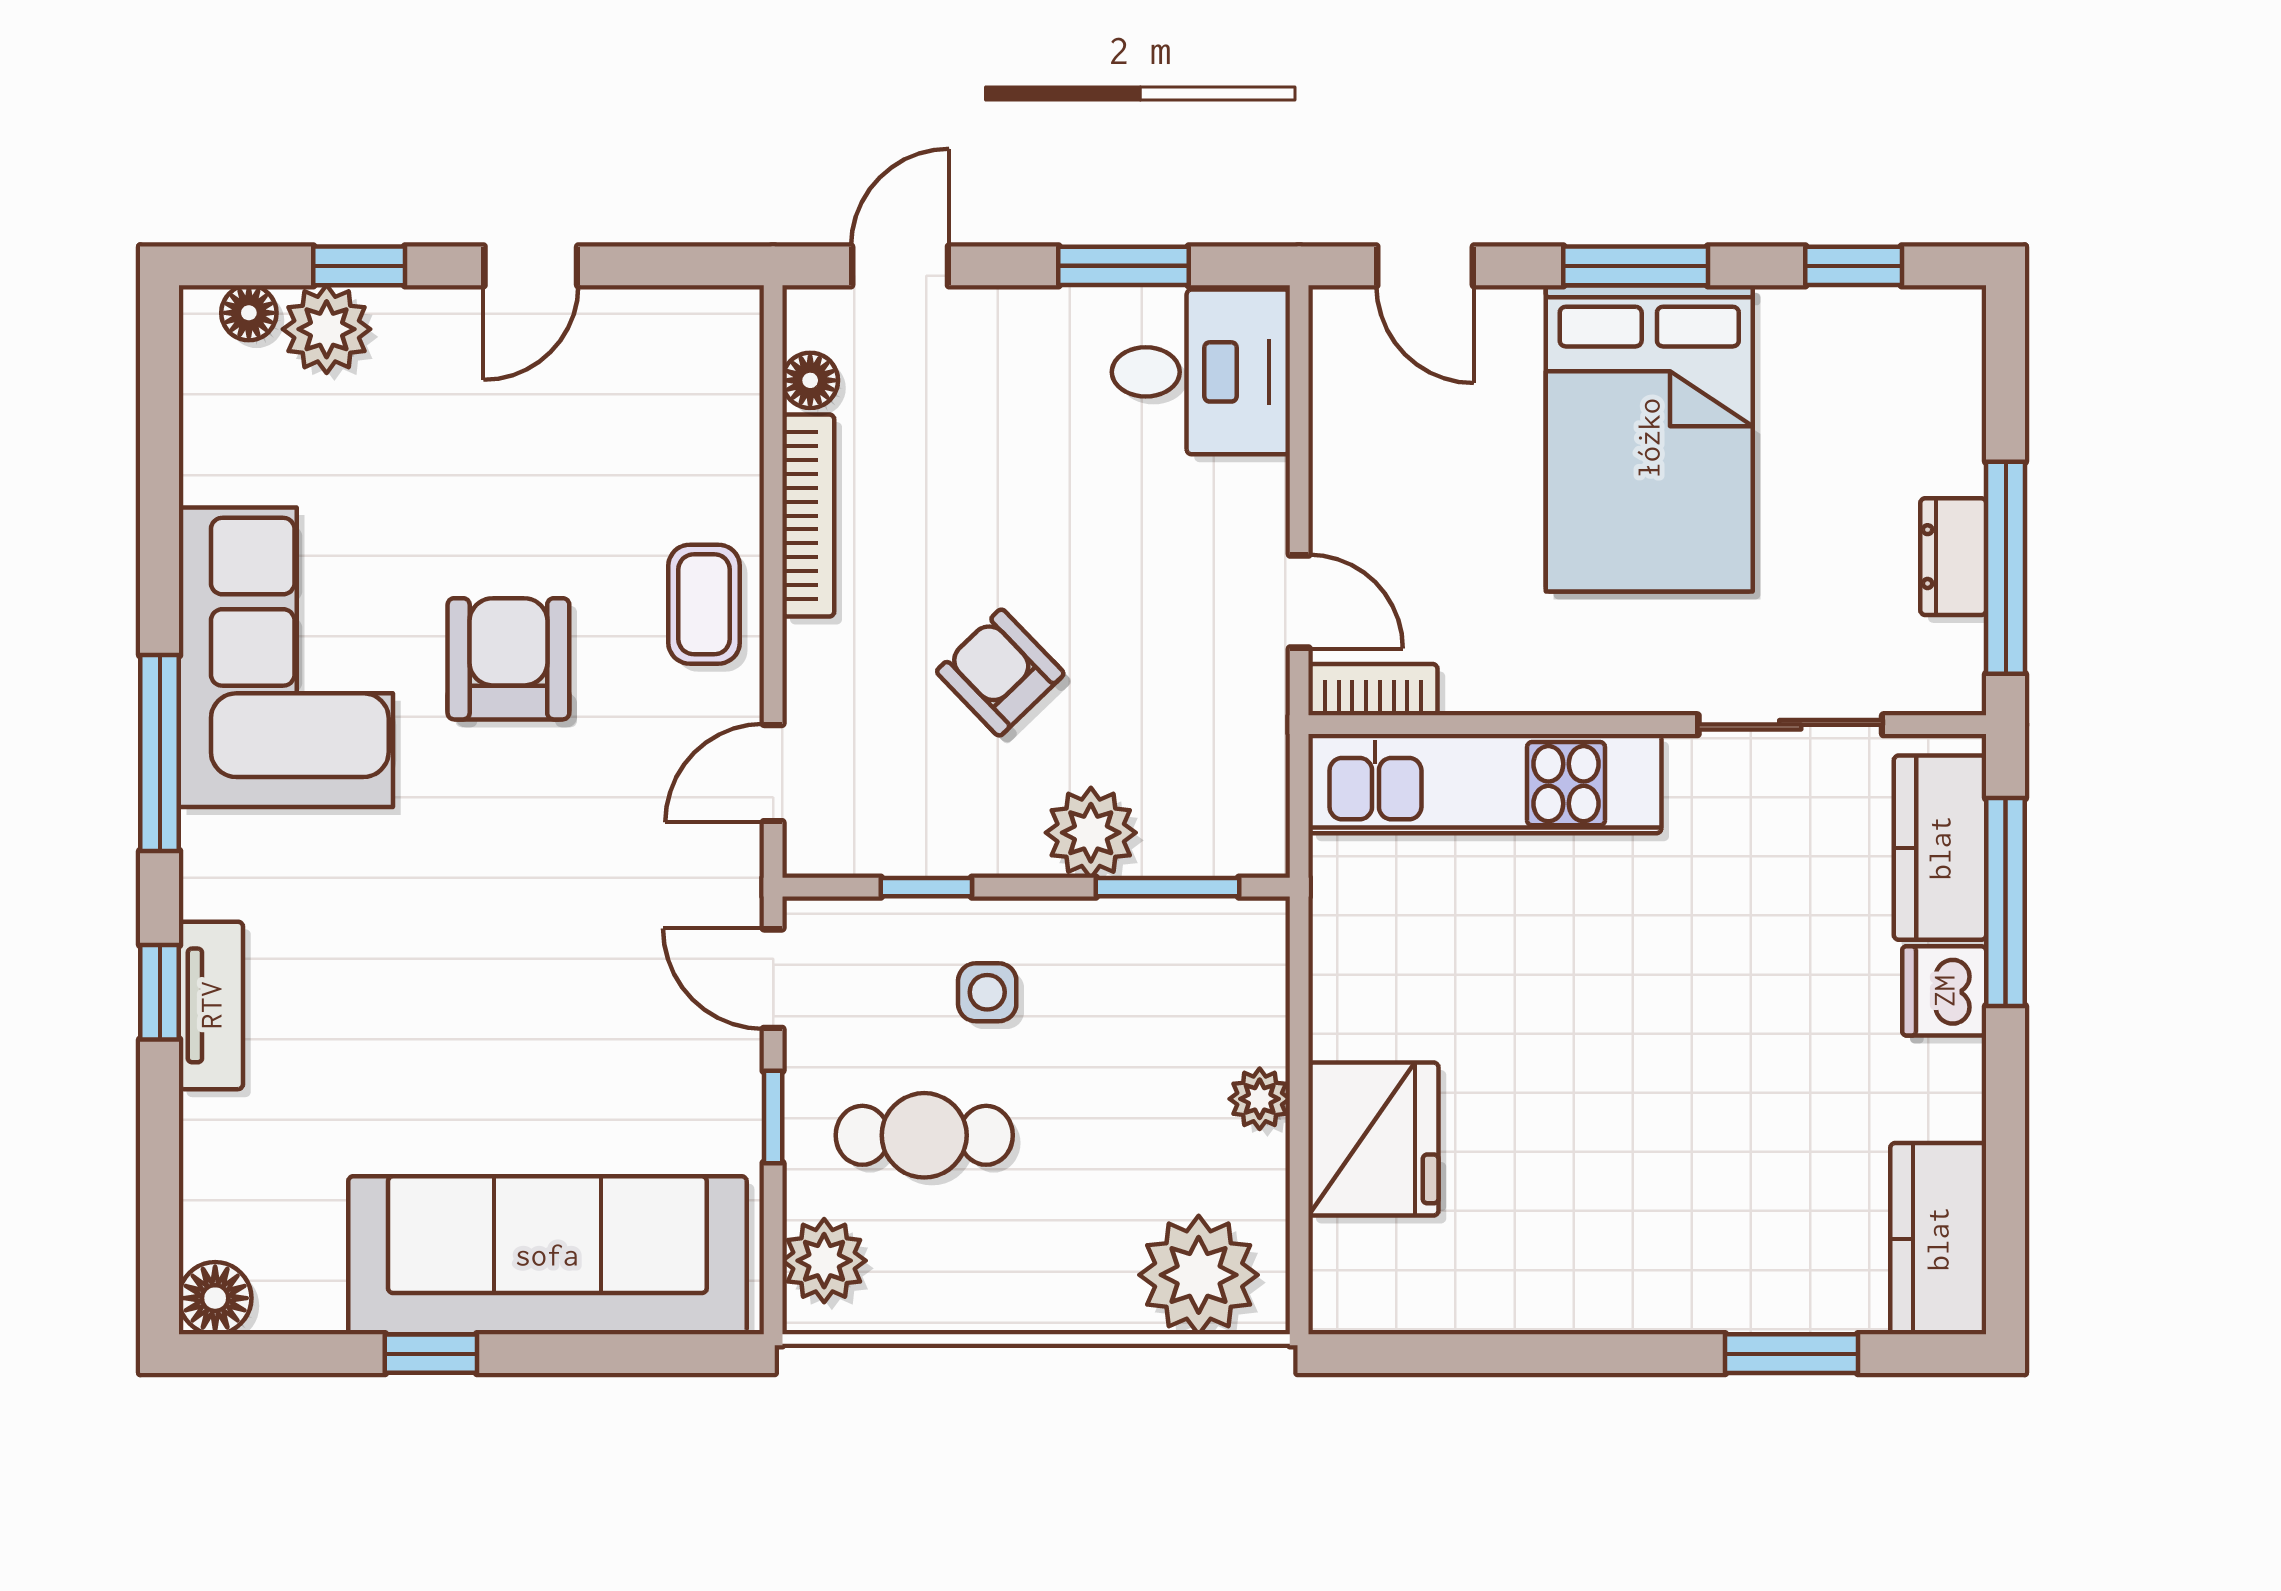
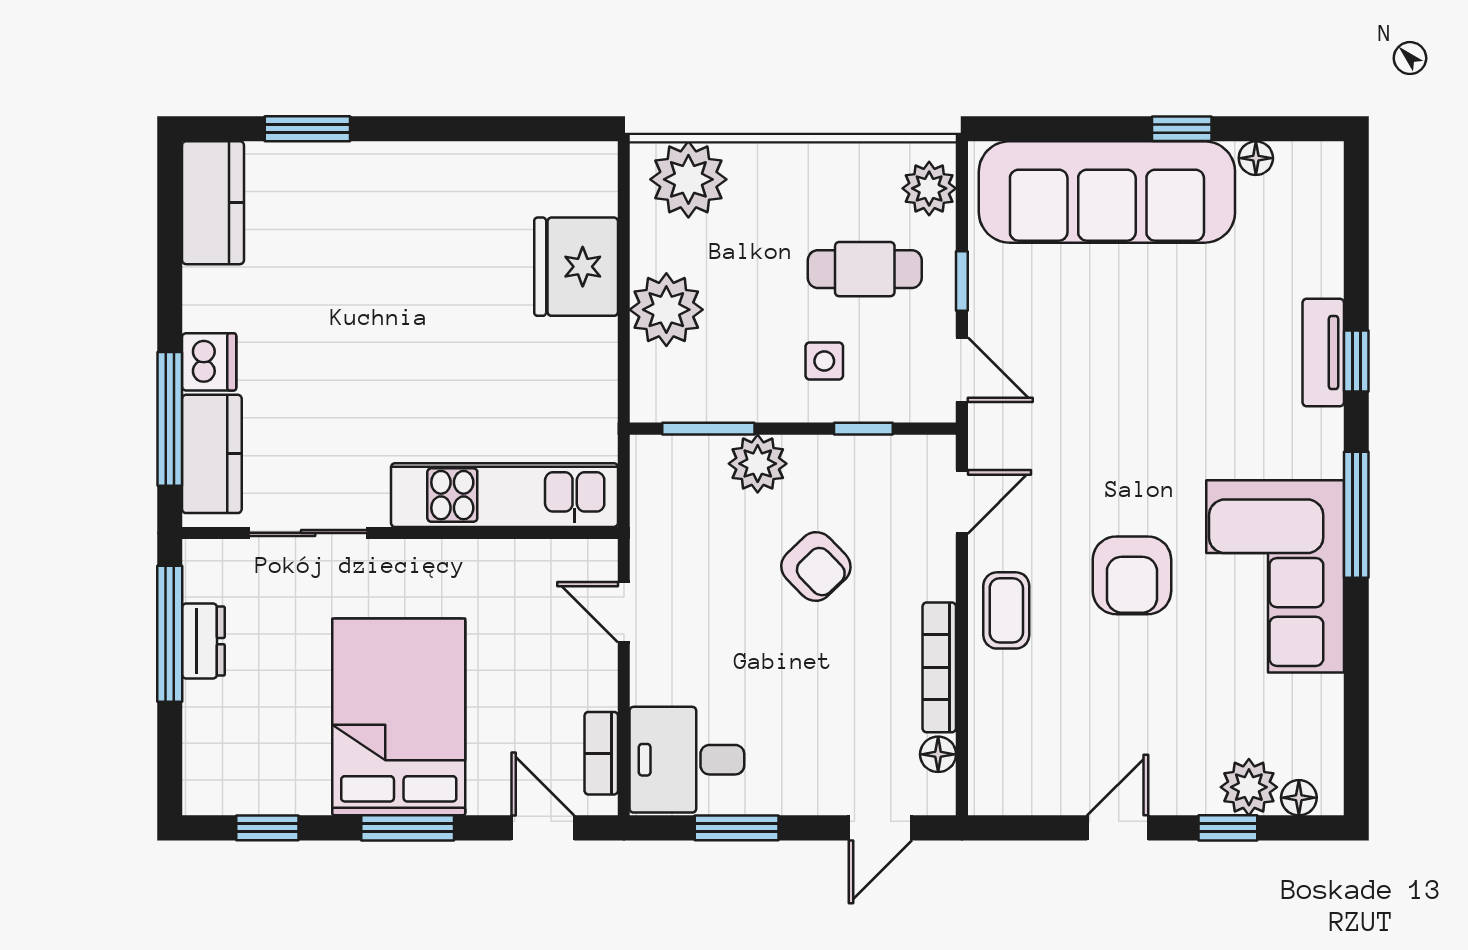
bookcase: (1373, 690) -> (601, 753), moved, turned 90
plant: (1260, 1099) -> (666, 310), width x1.87, depth x1.87
floor lamp: (215, 1298) -> (1256, 158), moved, width x0.73, depth x0.73

